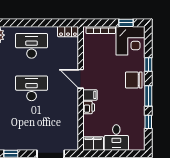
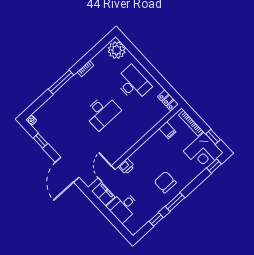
window: (148, 65) -> (214, 166), moved
door: (81, 79) -> (107, 174), moved
chair: (134, 80) -> (165, 182), moved
desk: (32, 88) -> (102, 112), turned 90
filing cabinet: (90, 95) -> (168, 130), moved

